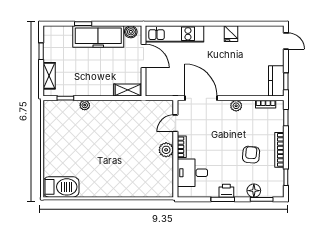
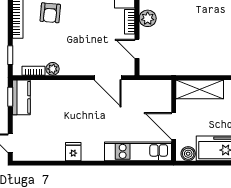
shelving: (128, 90) -> (200, 89), width x1.50, depth x1.33
door: (201, 98) -> (108, 78), width x0.73
plant: (236, 106) -> (53, 69), moved
door: (175, 123) -> (137, 49), swing flipped

